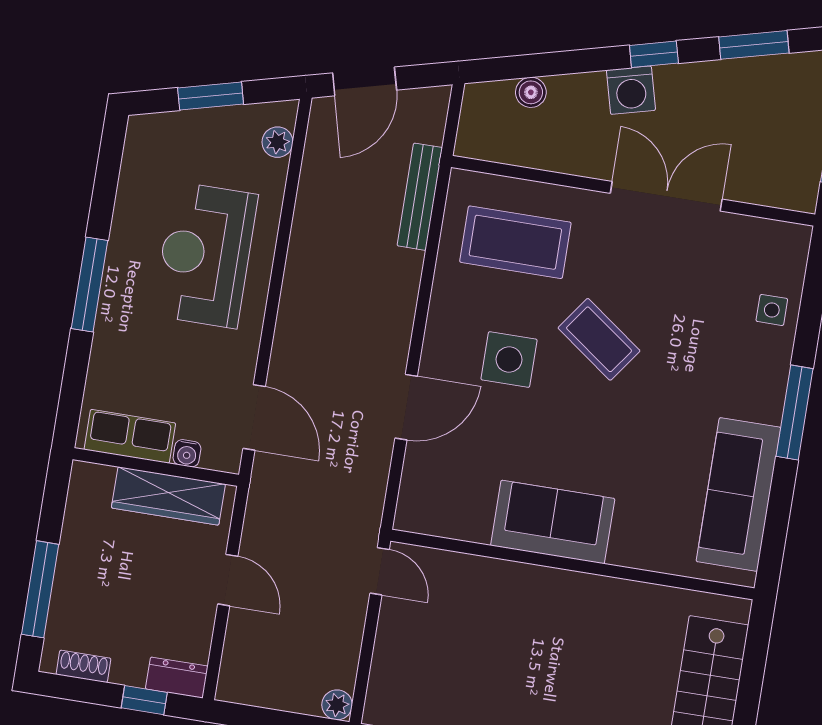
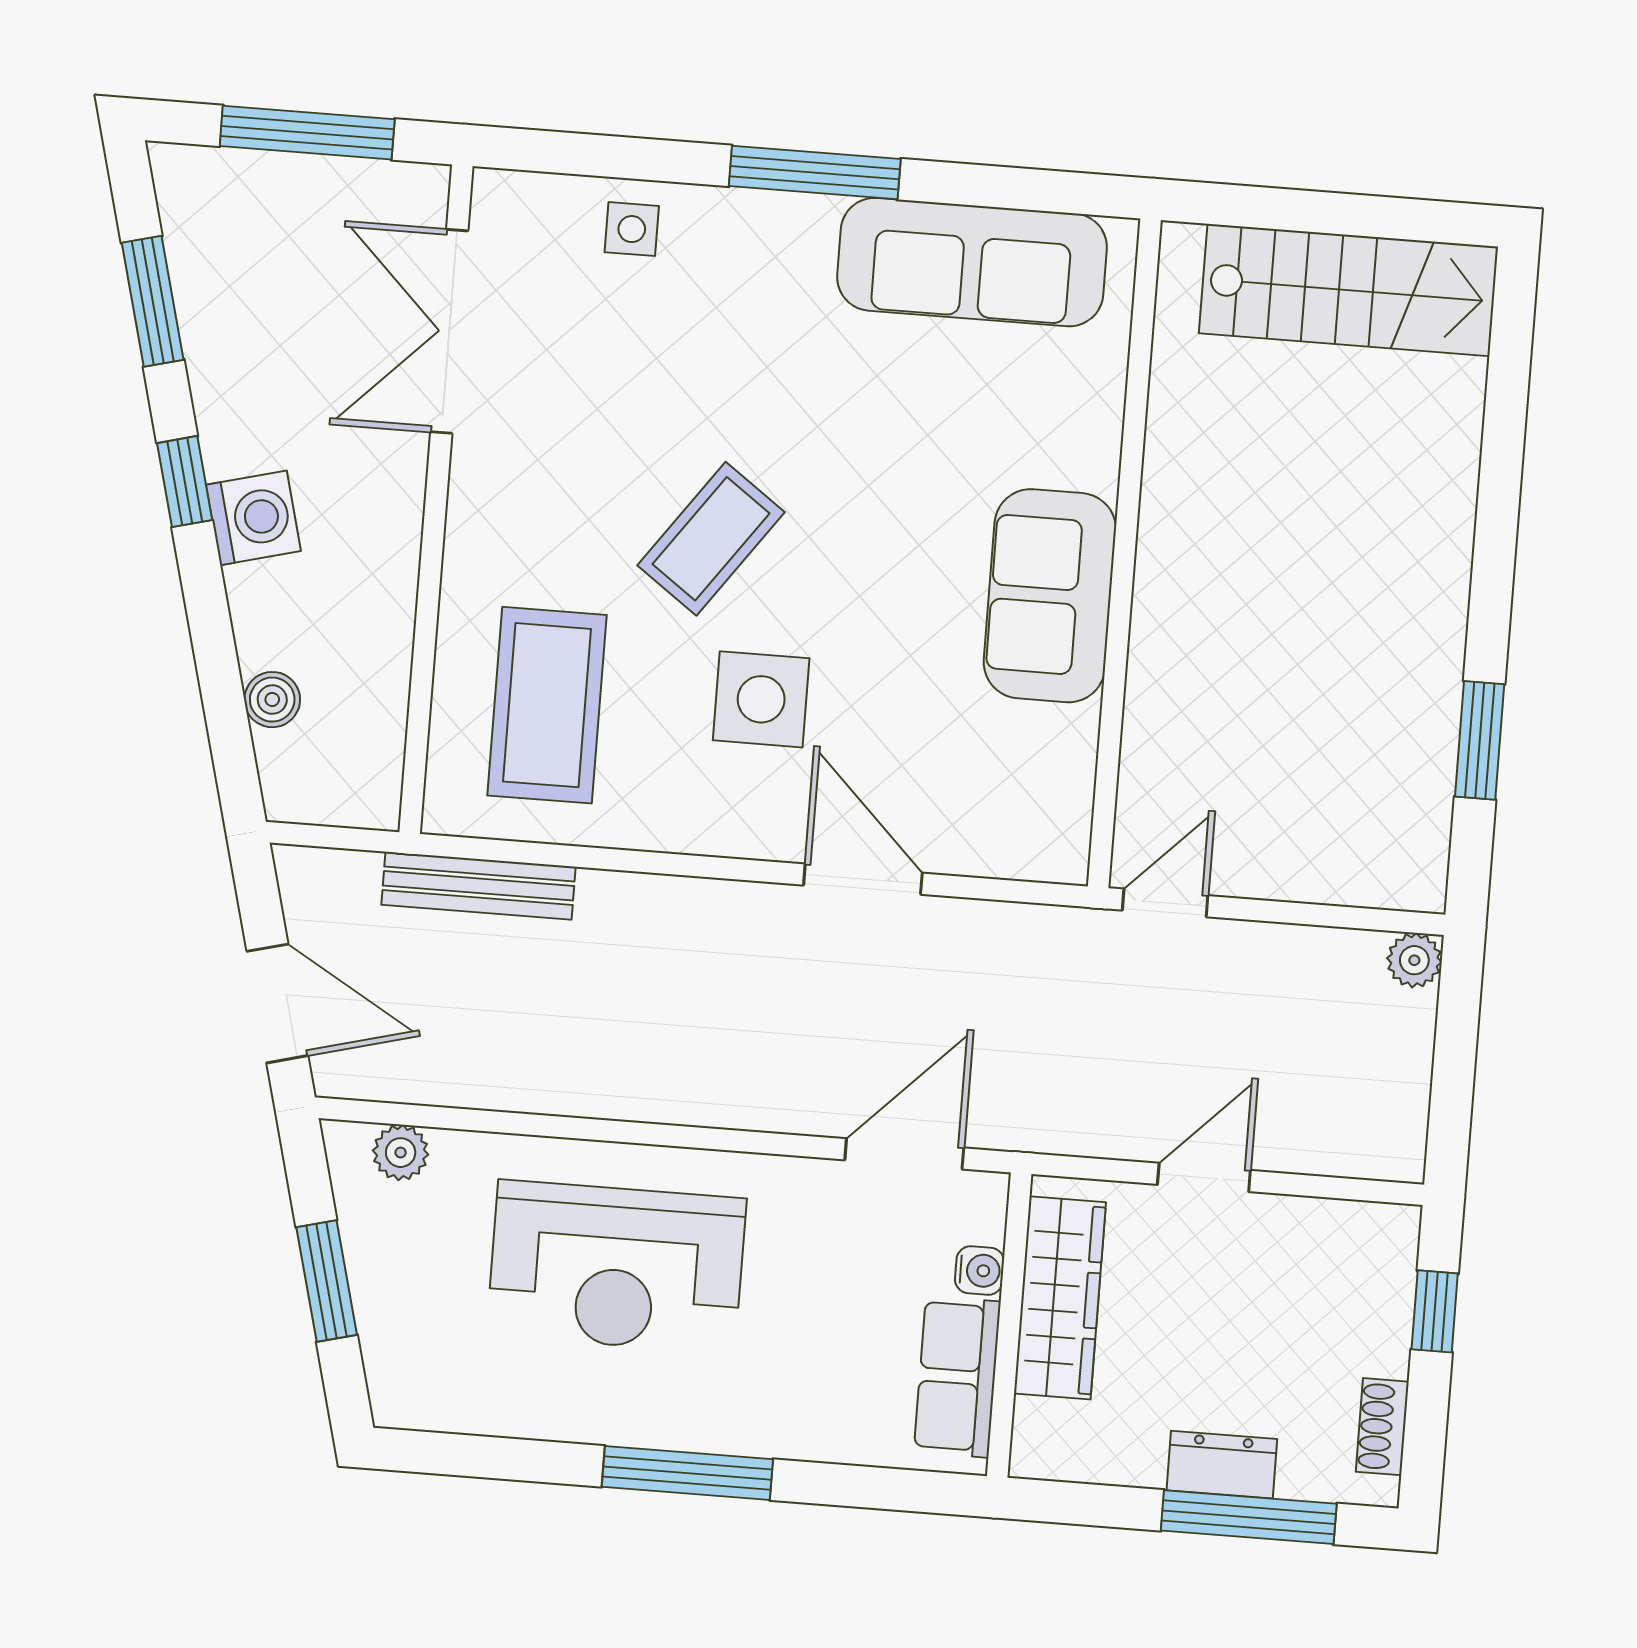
double door: (666, 196) -> (449, 331), moved
dresser: (177, 678) -> (1222, 1465), moved, turned 90

